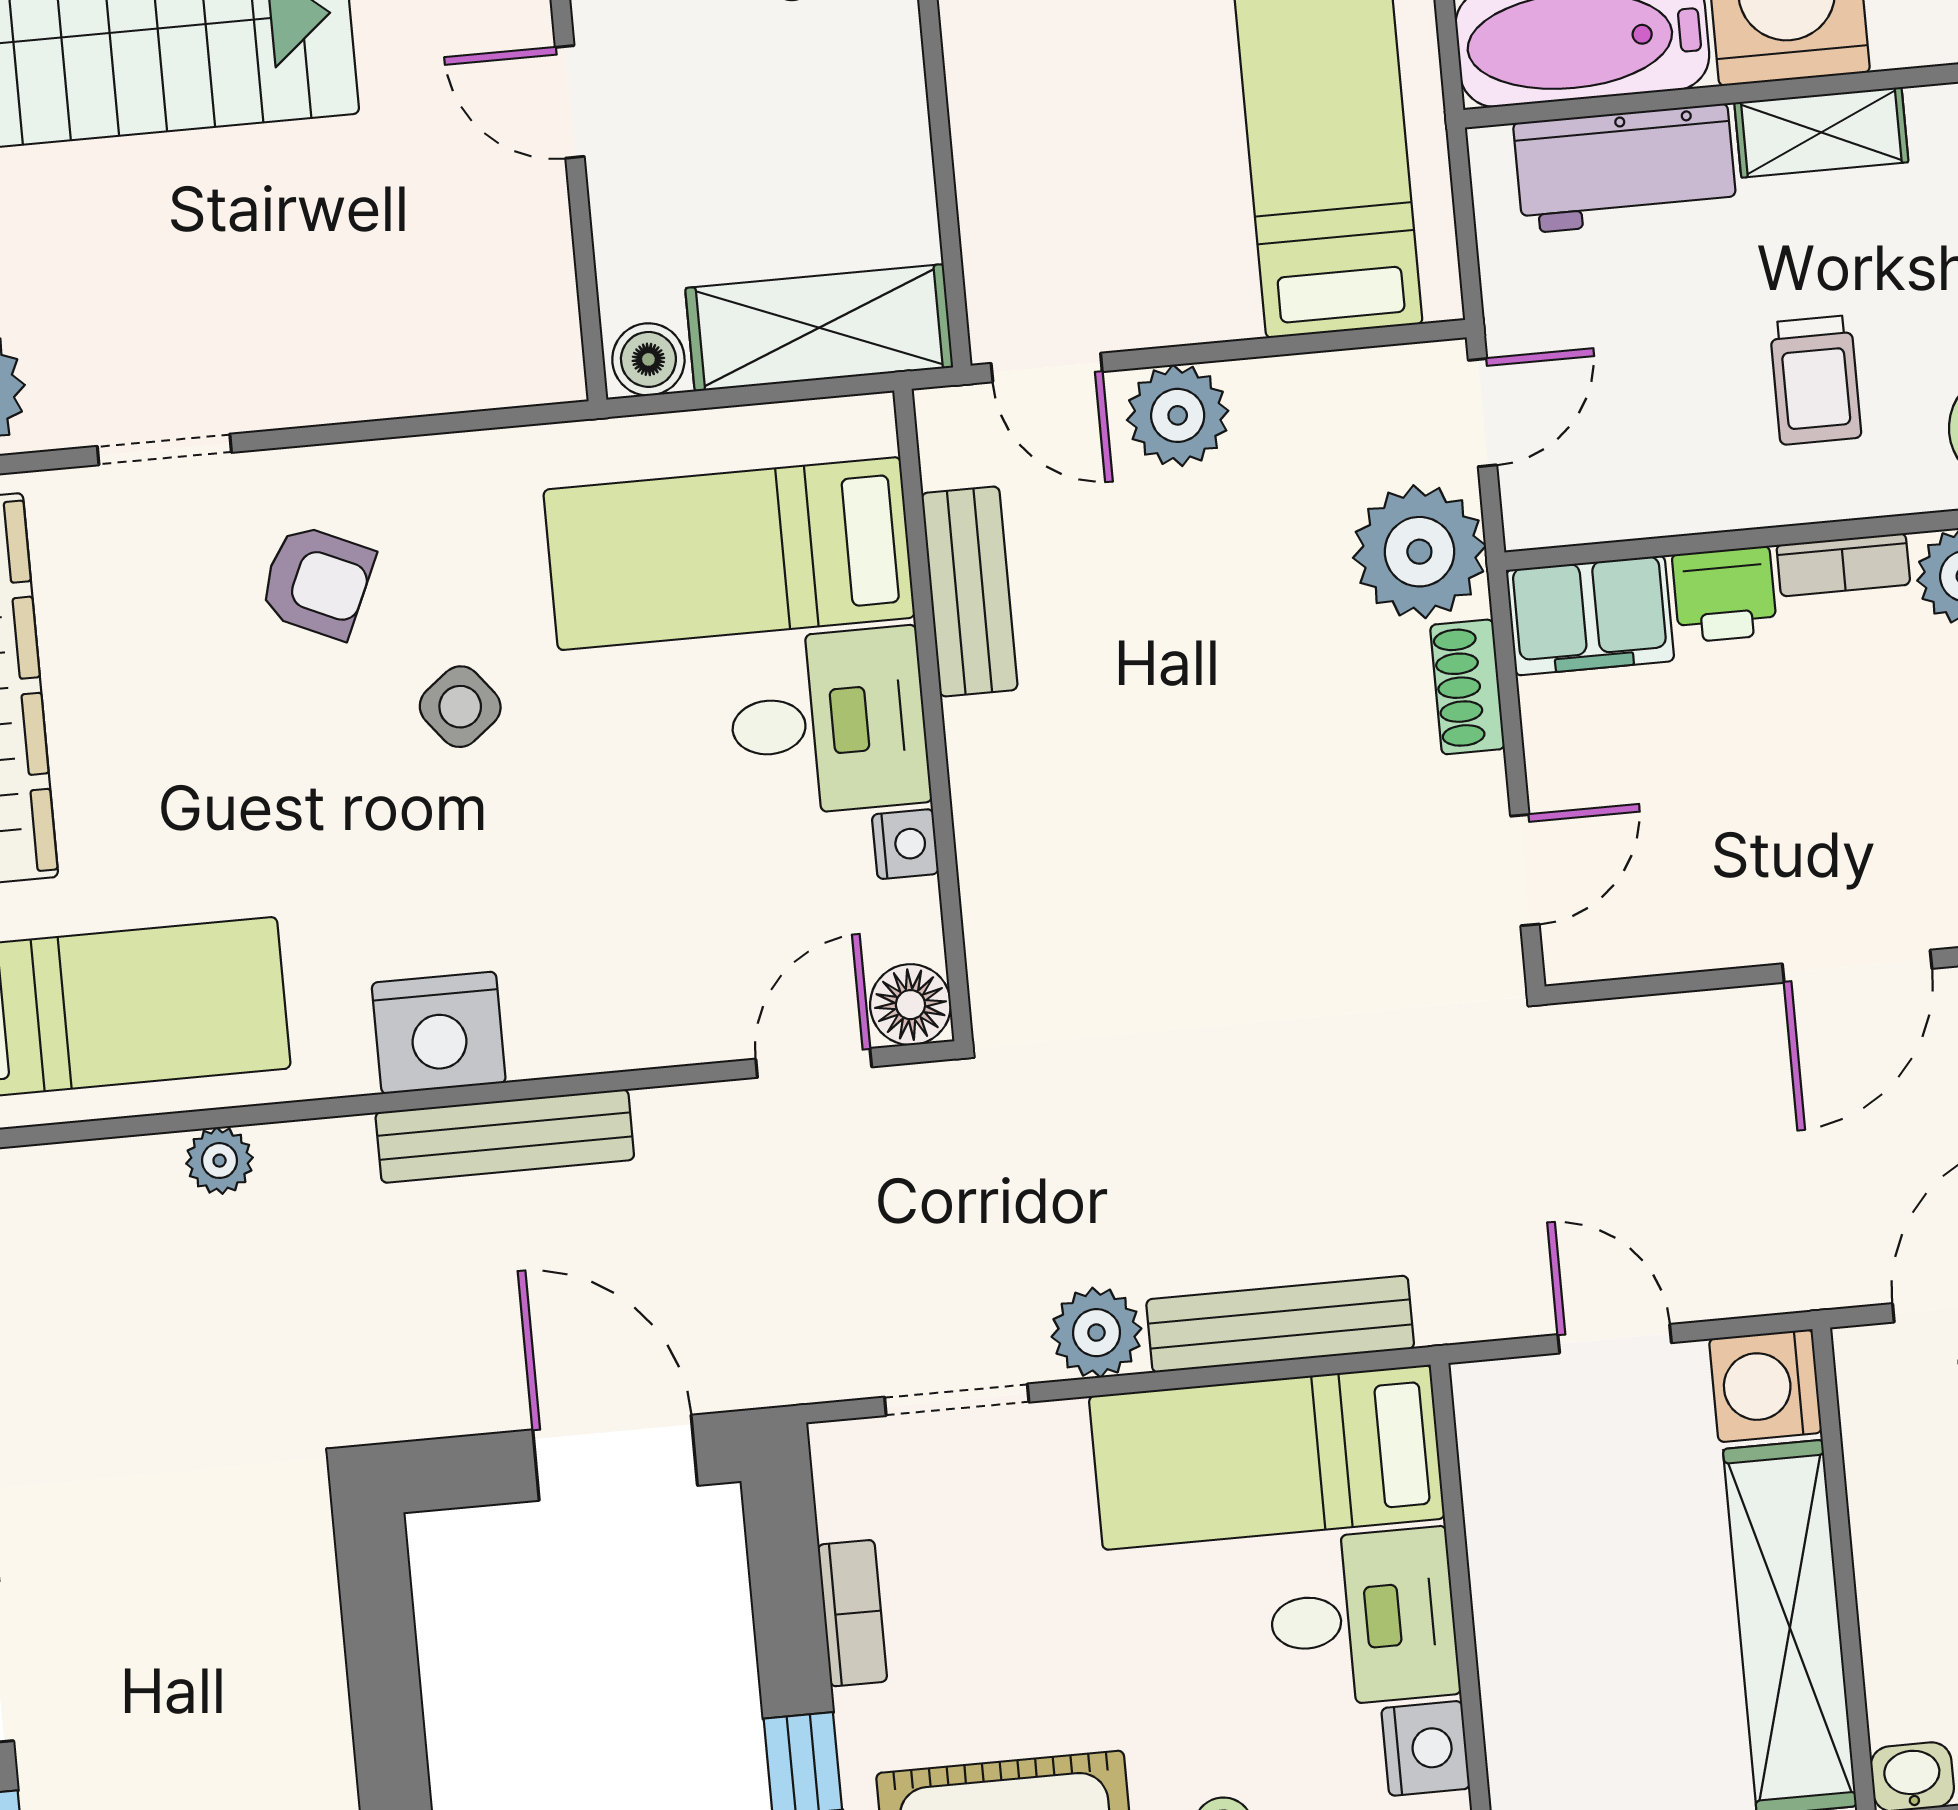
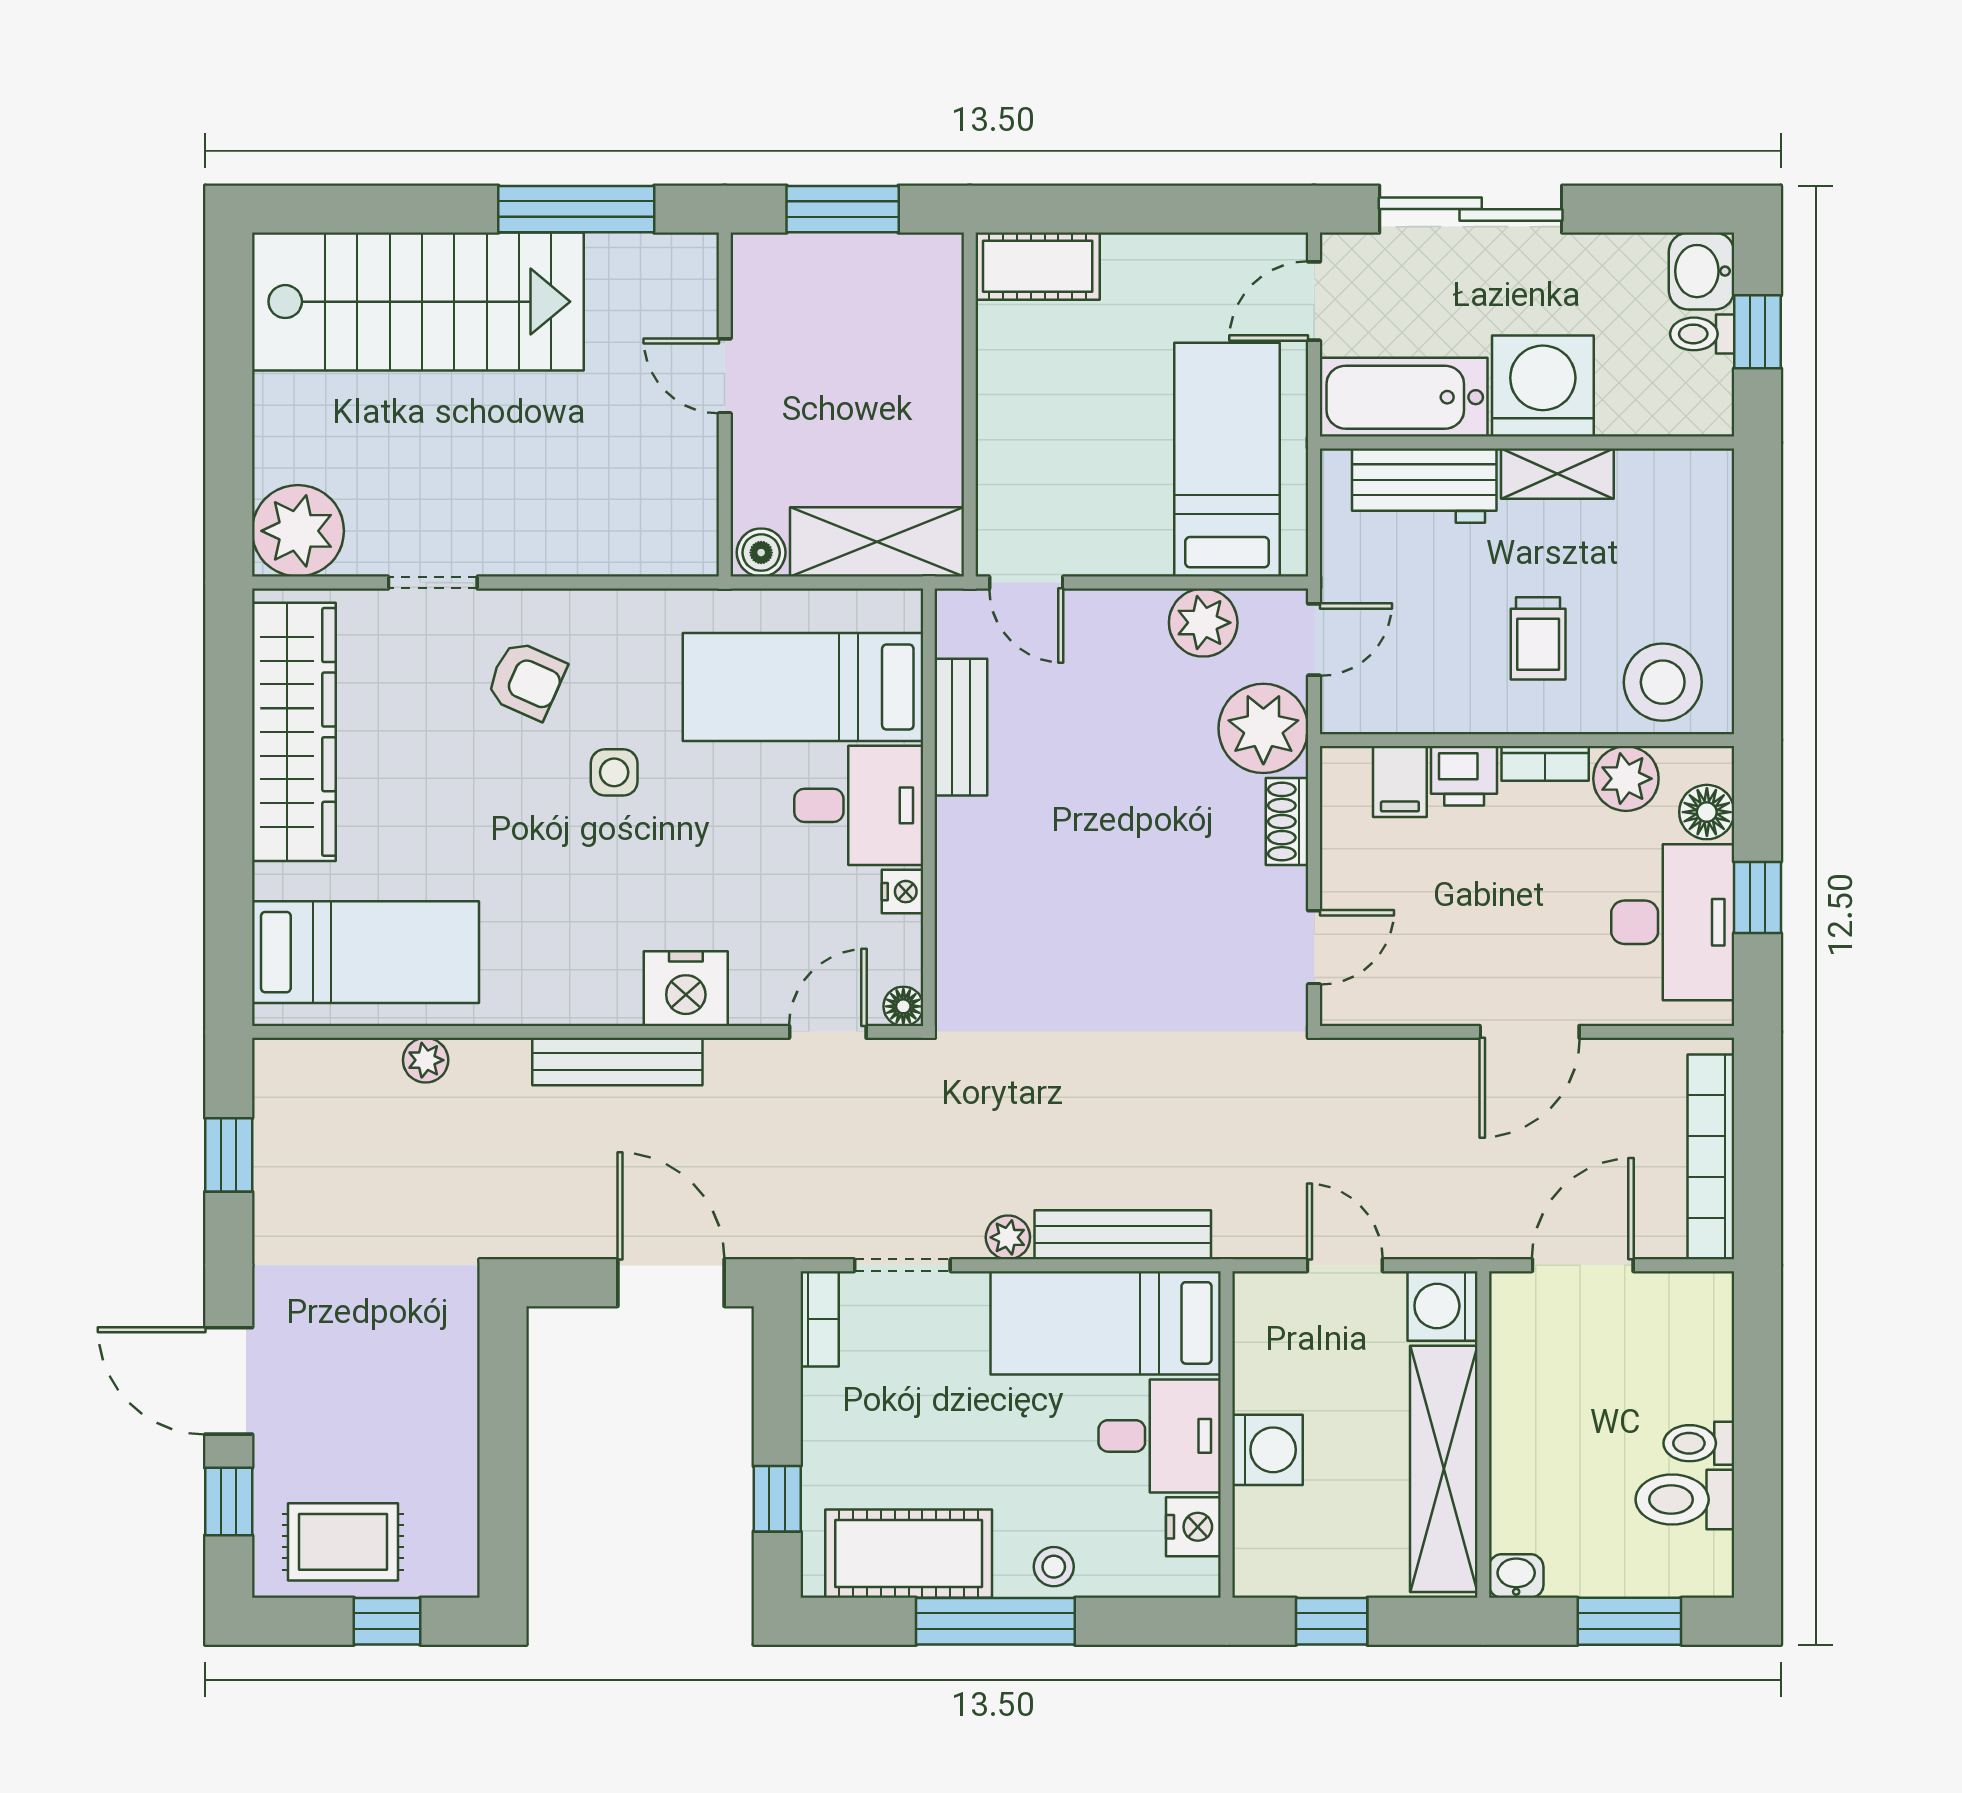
plant: (1178, 415) -> (1203, 623), moved
filing cabinet: (1590, 616) -> (1400, 782), width x0.50
side table: (460, 707) -> (614, 772), turned 38
floor lamp: (910, 1005) -> (903, 1006), width x0.73, depth x0.73
nightstand: (439, 1033) -> (686, 989), moved
plant: (1096, 1333) -> (1008, 1237), width x0.73, depth x0.73
bookcase: (852, 1613) -> (820, 1319), moved
washing machine: (1525, 1624) -> (1267, 1450), added

